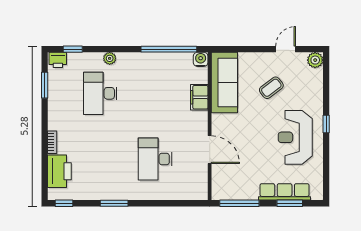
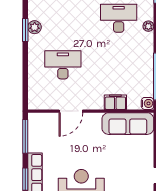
coffee table: (271, 88) -> (123, 163), removed
plant: (111, 192) -> (35, 27), added

